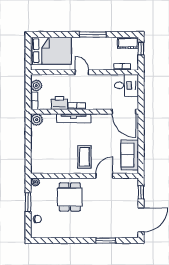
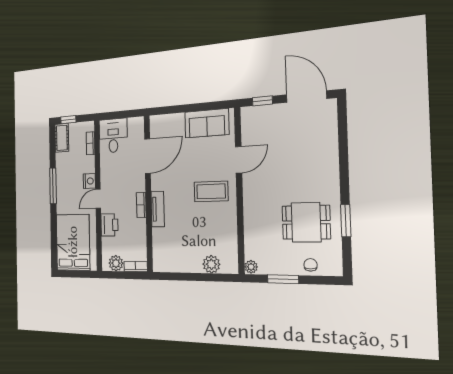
nightstand: (95, 65) -> (89, 181), added
printer: (59, 103) -> (109, 225), moved, turned 180
door: (124, 112) -> (148, 156), moved
tv unit: (74, 118) -> (158, 209), width x0.71
plant: (37, 120) -> (211, 264), moved
door: (104, 176) -> (239, 160), swing flipped
dining table: (70, 197) -> (306, 222), moved
window: (106, 241) -> (346, 221), moved

